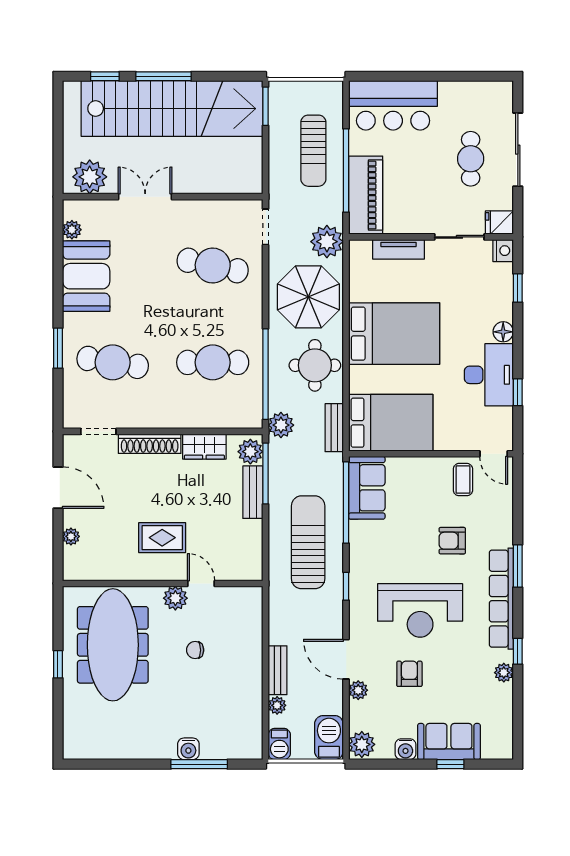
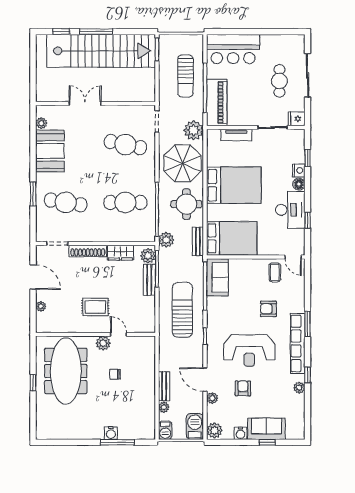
plant: (90, 177) -> (52, 92), removed
nightstand: (503, 251) -> (299, 170), moved

